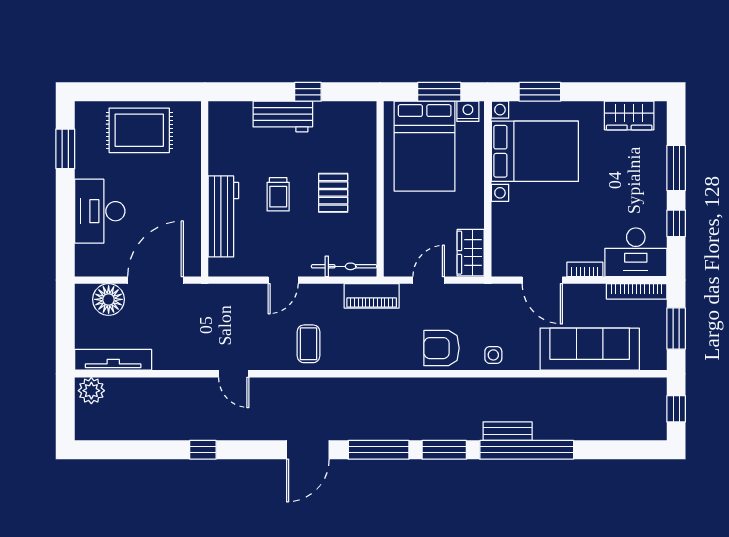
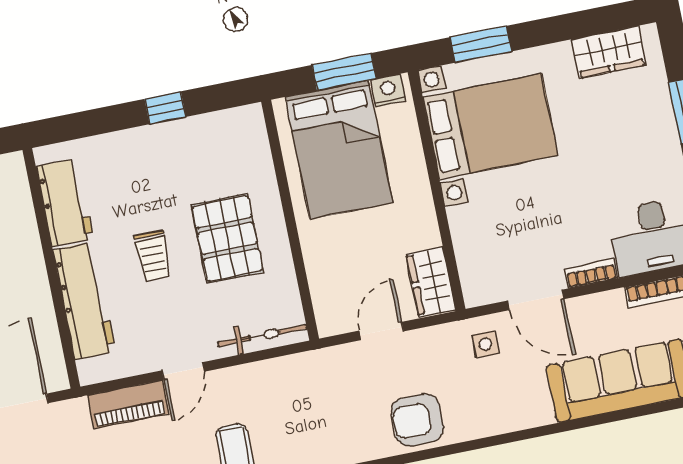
workbench: (283, 116) -> (65, 203), moved, turned -90
pallet: (333, 193) -> (227, 238), width x1.50, depth x1.42
piano: (372, 296) -> (128, 404), moved
side table: (493, 355) -> (486, 344), moved

